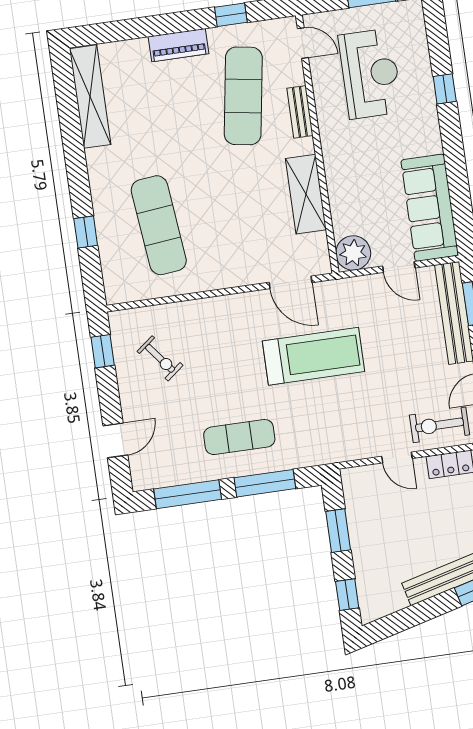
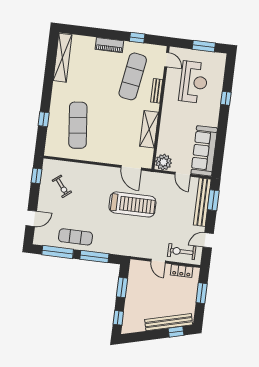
exercise mat: (239, 437) -> (75, 237), moved

